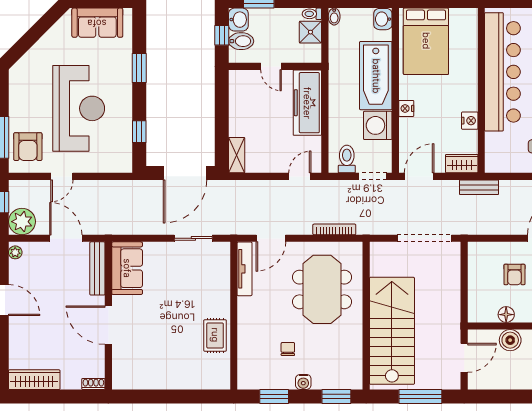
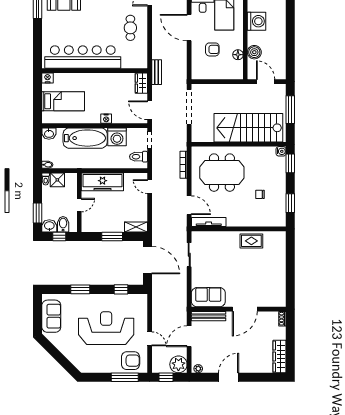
bed: (426, 41) -> (63, 101), width x0.67
window: (222, 118) -> (112, 237), added
nightstand: (470, 121) -> (48, 78), moved
water cooler: (303, 382) -> (281, 151), moved

